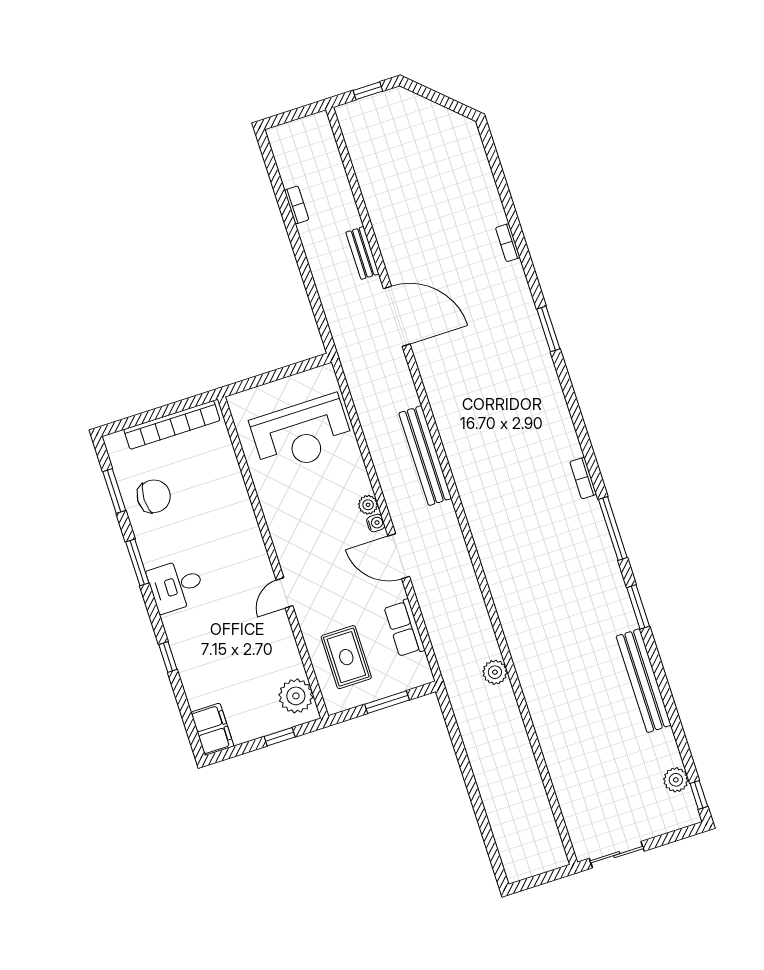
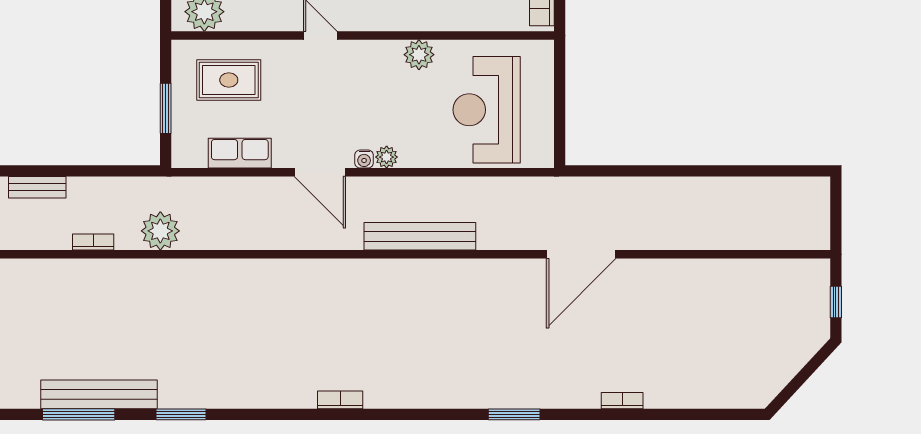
bookcase: (297, 205) -> (93, 242), moved, turned 180
bench: (363, 253) -> (37, 187), moved
plant: (274, 505) -> (419, 55), added
window: (613, 528) -> (79, 414), moved
door: (399, 556) -> (320, 172), swing flipped
plant: (495, 672) -> (160, 231), width x1.36, depth x1.36

